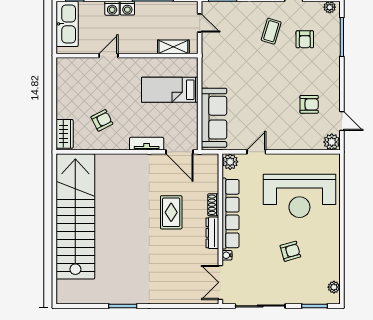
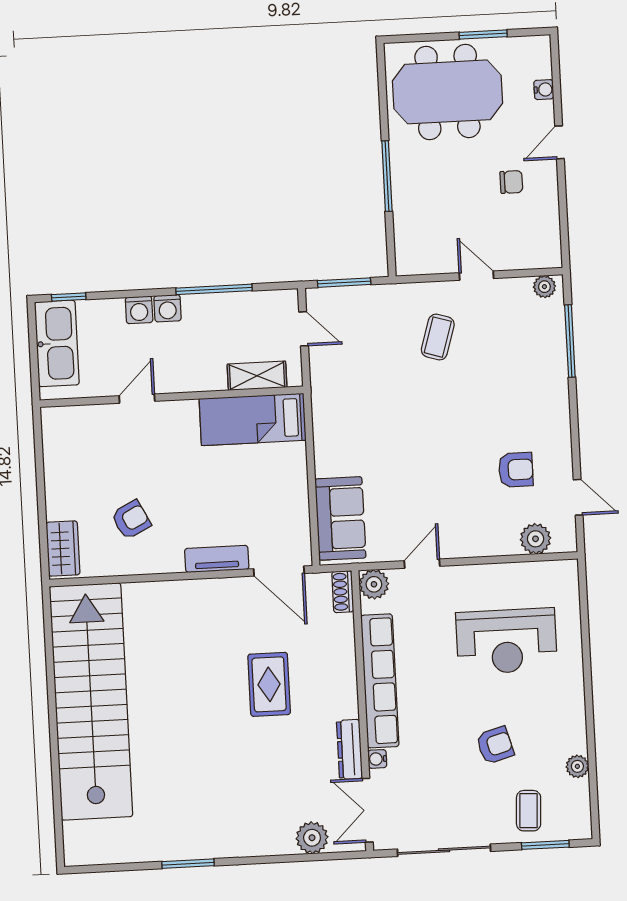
armchair: (305, 39) -> (501, 349), removed
bed: (170, 90) -> (253, 419), moved
sofa: (214, 118) -> (340, 518), width x0.73
plant: (332, 142) -> (536, 539), moved
reception desk: (299, 196) -> (507, 641), width x0.74, depth x0.77
shoe rack: (213, 205) -> (343, 592), moved
dresser: (212, 233) -> (349, 749), moved
coffee table: (306, 287) -> (529, 811), added
plant: (334, 287) -> (577, 766), moved
plant: (190, 296) -> (312, 838), added

